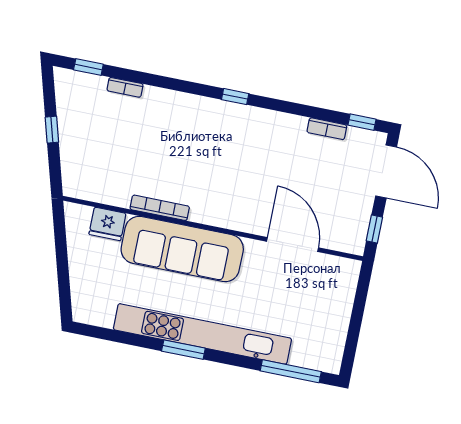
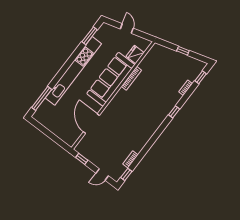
window: (235, 97) -> (174, 112), moved
door: (386, 172) -> (102, 174), width x0.53
door: (293, 245) -> (91, 124), swing flipped
door: (63, 267) -> (127, 29), added
window: (183, 350) -> (90, 36), moved

